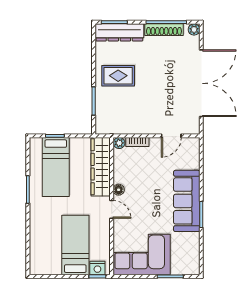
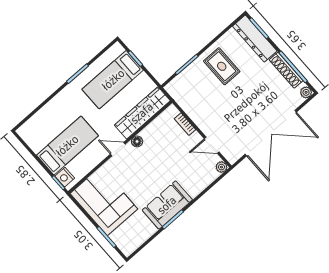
plant: (119, 143) -> (221, 167), moved
sofa: (187, 201) -> (167, 205), width x0.73
door: (112, 209) -> (118, 149), swing flipped

